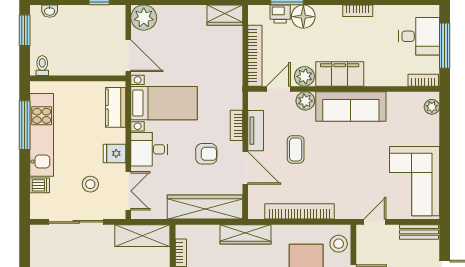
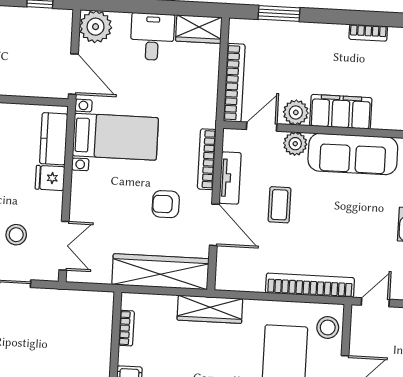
printer: (280, 14) -> (269, 31), removed
floor lamp: (303, 17) -> (298, 36), removed
bookcase: (237, 125) -> (207, 159), width x1.56
desk: (149, 149) -> (152, 37), moved, turned 90
fridge: (114, 153) -> (50, 178), moved
armchair: (206, 154) -> (166, 204), turned 180
bookcase: (299, 211) -> (310, 285), moved
shelving: (142, 236) -> (79, 304), removed

